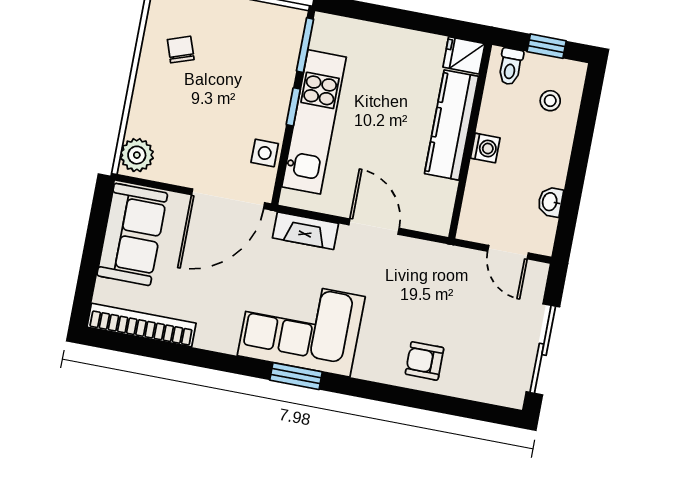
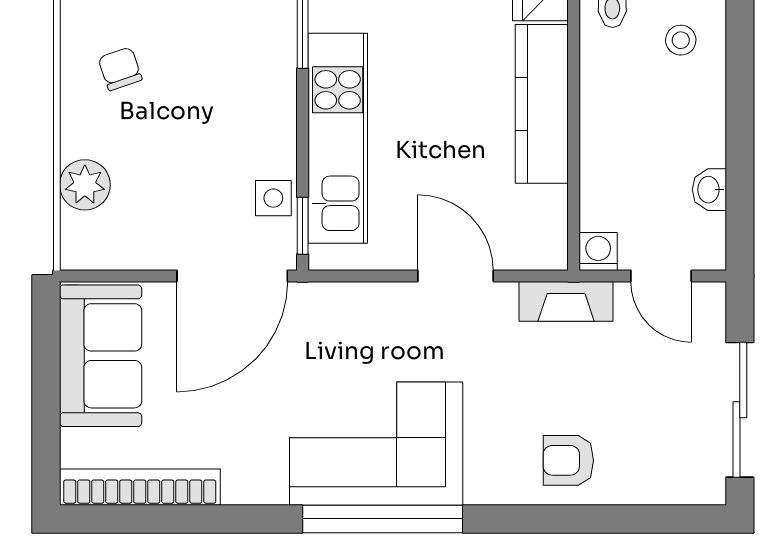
window: (293, 107) -> (303, 226), moved
washing machine: (485, 148) -> (598, 251), moved, turned -90
plant: (137, 155) -> (85, 185), moved
fireplace: (305, 231) -> (566, 301), moved
window: (296, 376) -> (383, 519), width x2.11

